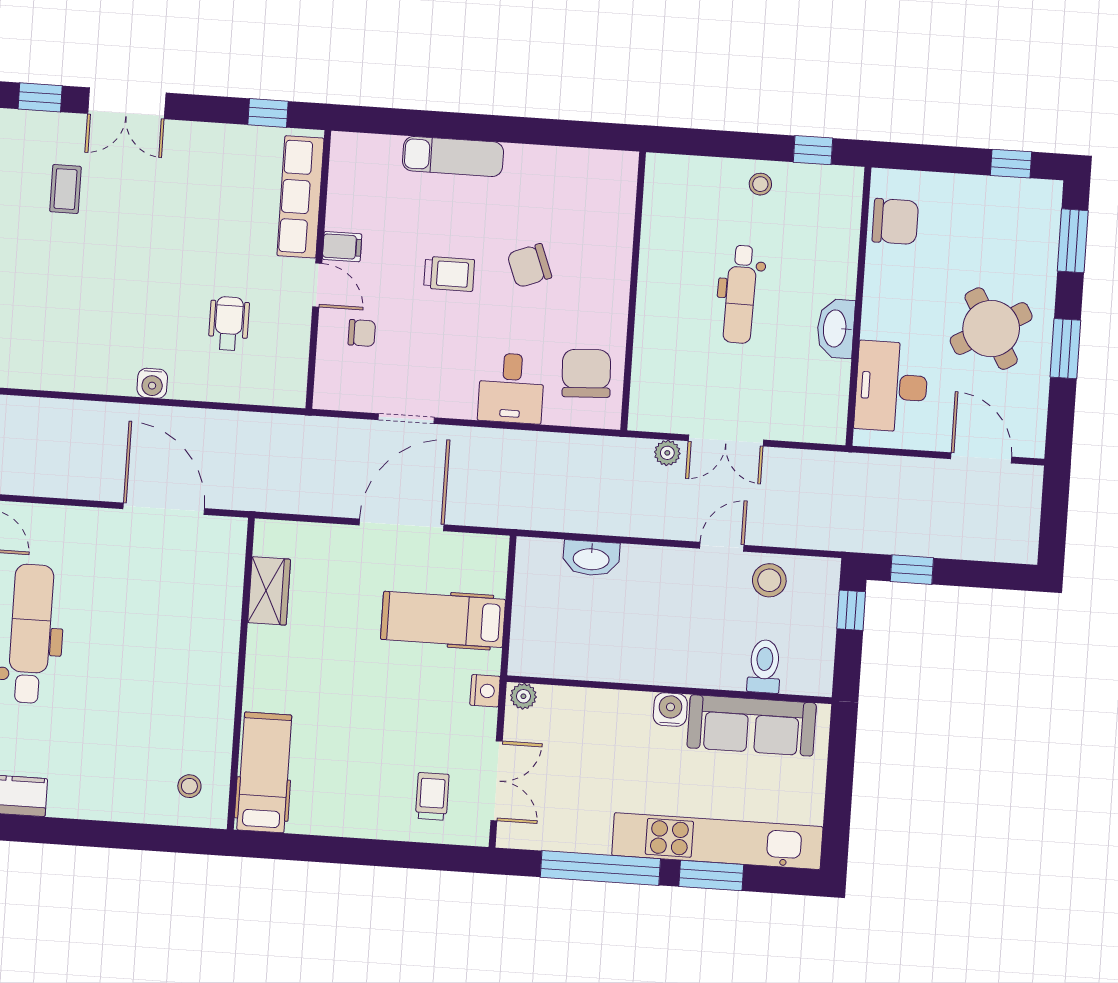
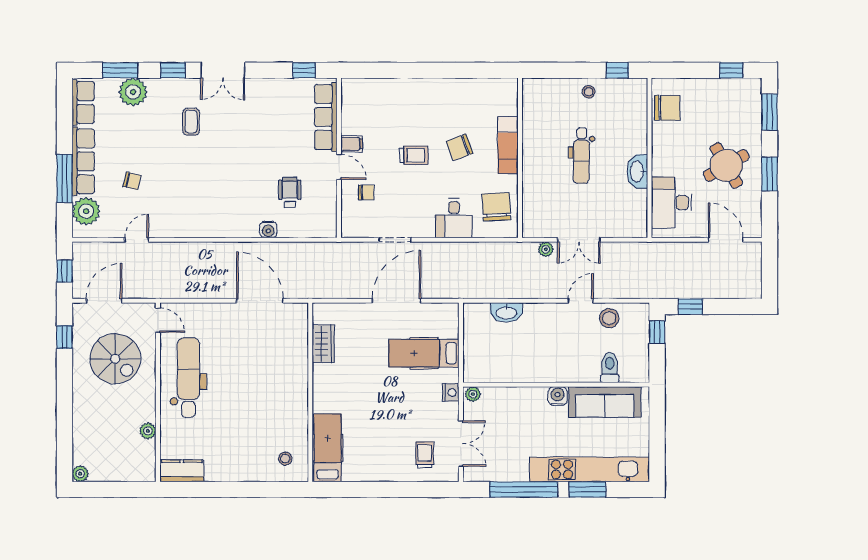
exam couch: (453, 156) -> (508, 145), moved, turned 90
water cooler: (152, 383) -> (268, 229), moved

